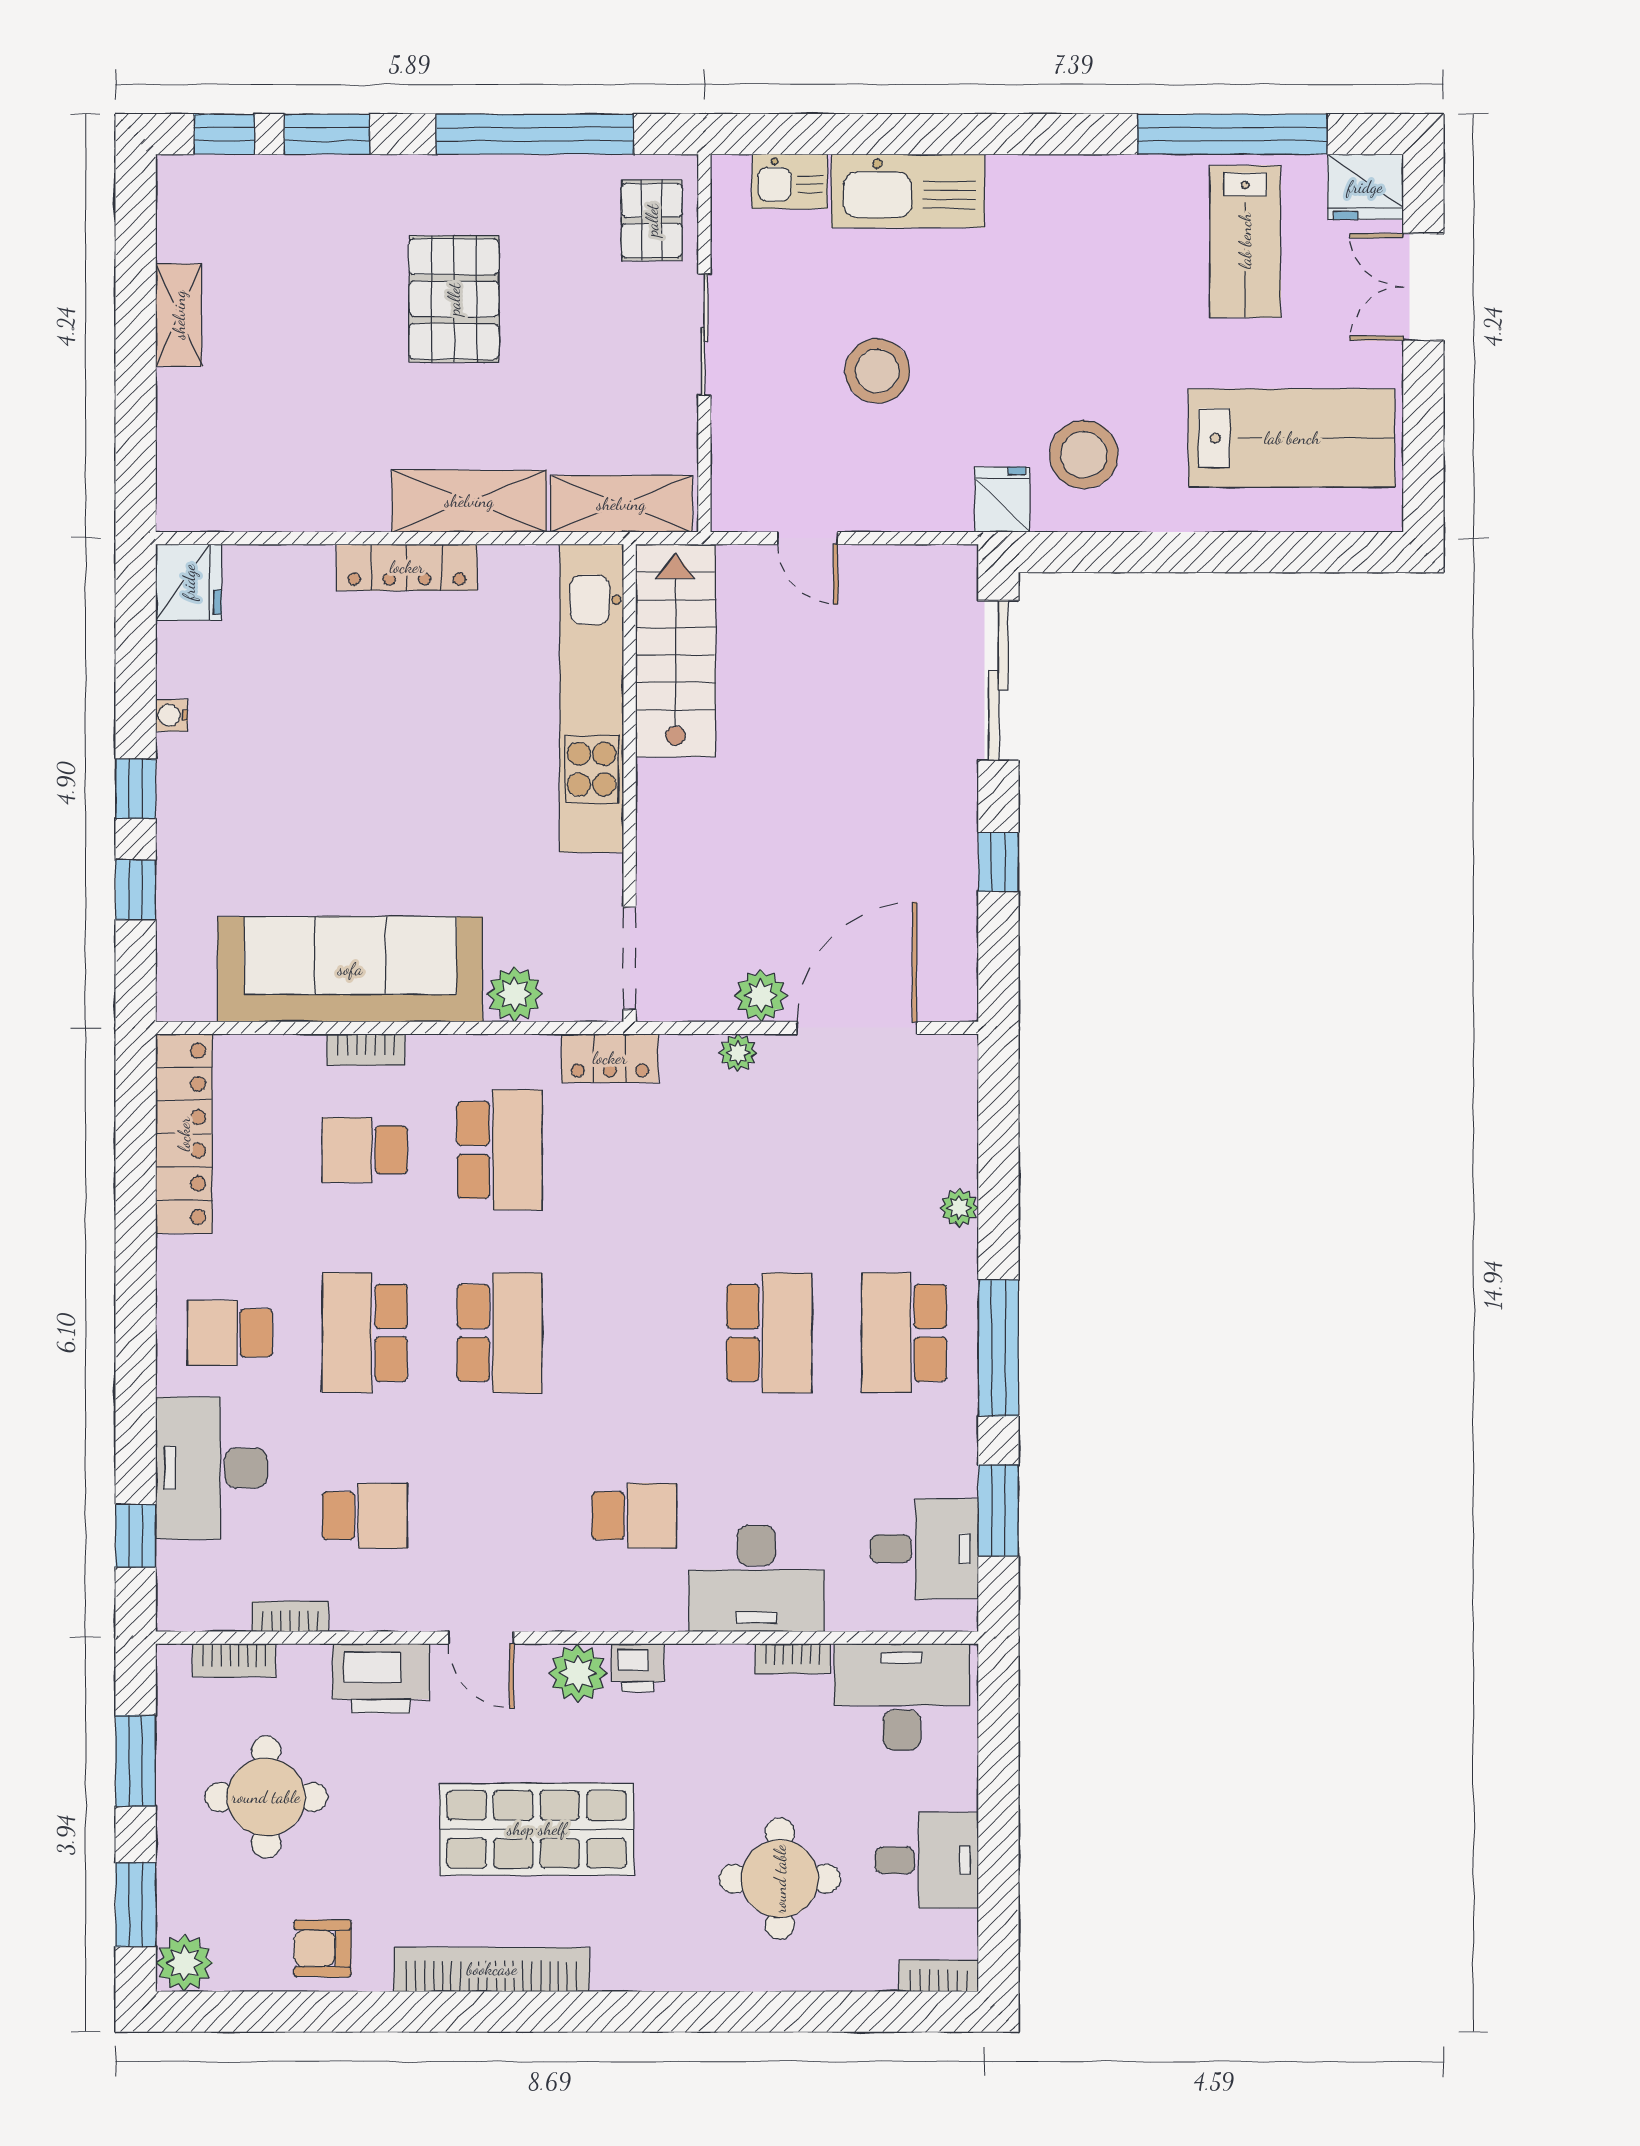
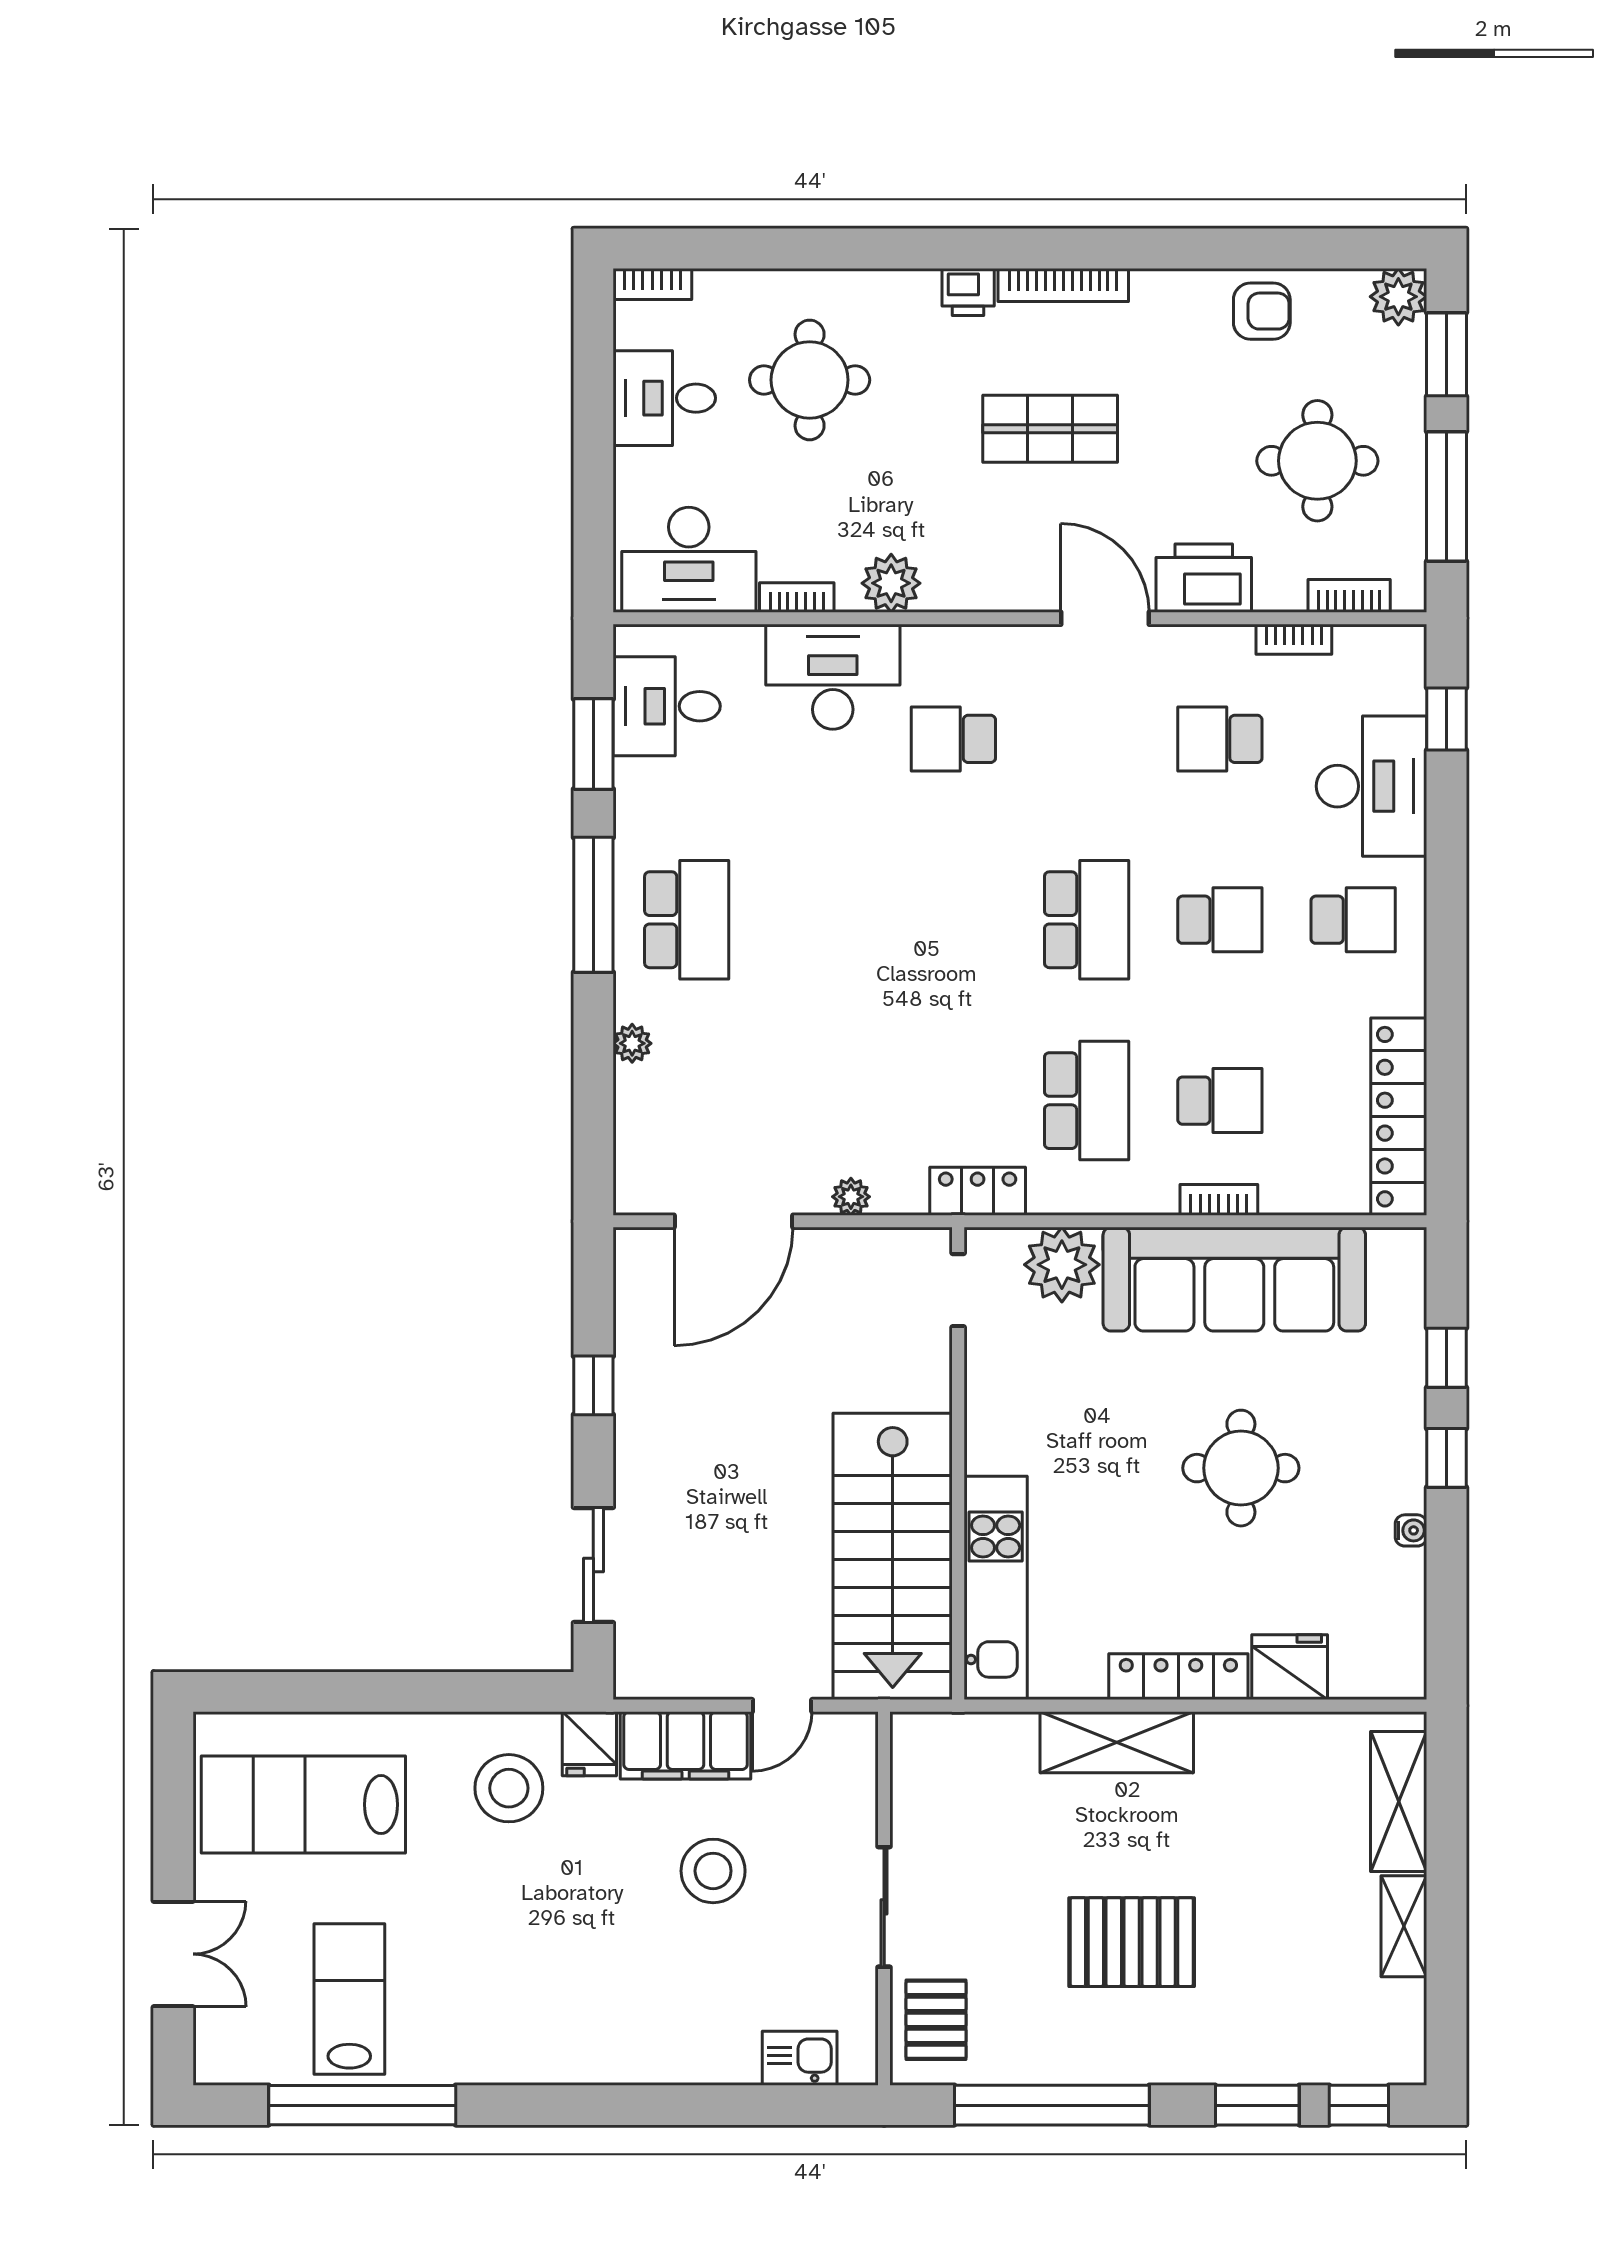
fridge: (1365, 187) -> (230, 2053), removed
kitchen sink: (908, 191) -> (683, 2049), removed
pallet: (454, 299) -> (1132, 1942), turned 90
filing cabinet: (905, 498) -> (686, 1745), added
shelving: (621, 504) -> (1399, 1802), moved, turned 90
door: (808, 538) -> (782, 1706), swing flipped
fridge: (189, 582) -> (1290, 1667), moved, turned 90
stairs: (676, 651) -> (893, 1556), width x1.36, depth x1.51
sliding door: (998, 680) -> (593, 1565), width x0.73
kitchen unit: (592, 698) -> (996, 1588), width x0.73
round table: (344, 778) -> (1241, 1468), added
doorway: (630, 958) -> (958, 1290), width x0.73
plant: (515, 994) -> (1062, 1265), width x1.36, depth x1.36
plant: (761, 996) -> (828, 1253), removed
school desk: (500, 1150) -> (1087, 1101), turned 180
school desk: (365, 1333) -> (1220, 920), width x0.54
school desk: (500, 1333) -> (1087, 920), turned 180
school desk: (769, 1333) -> (820, 920), removed
door: (481, 1638) -> (1105, 618), width x1.38
printer: (638, 1668) -> (968, 292), moved, turned 180
plant: (578, 1673) -> (891, 583), moved
window: (136, 1761) -> (1447, 496), width x1.44
shop shelf: (537, 1829) -> (1050, 429), width x0.70, depth x0.74
bookcase: (492, 1969) -> (1063, 285), width x0.68, depth x0.76

